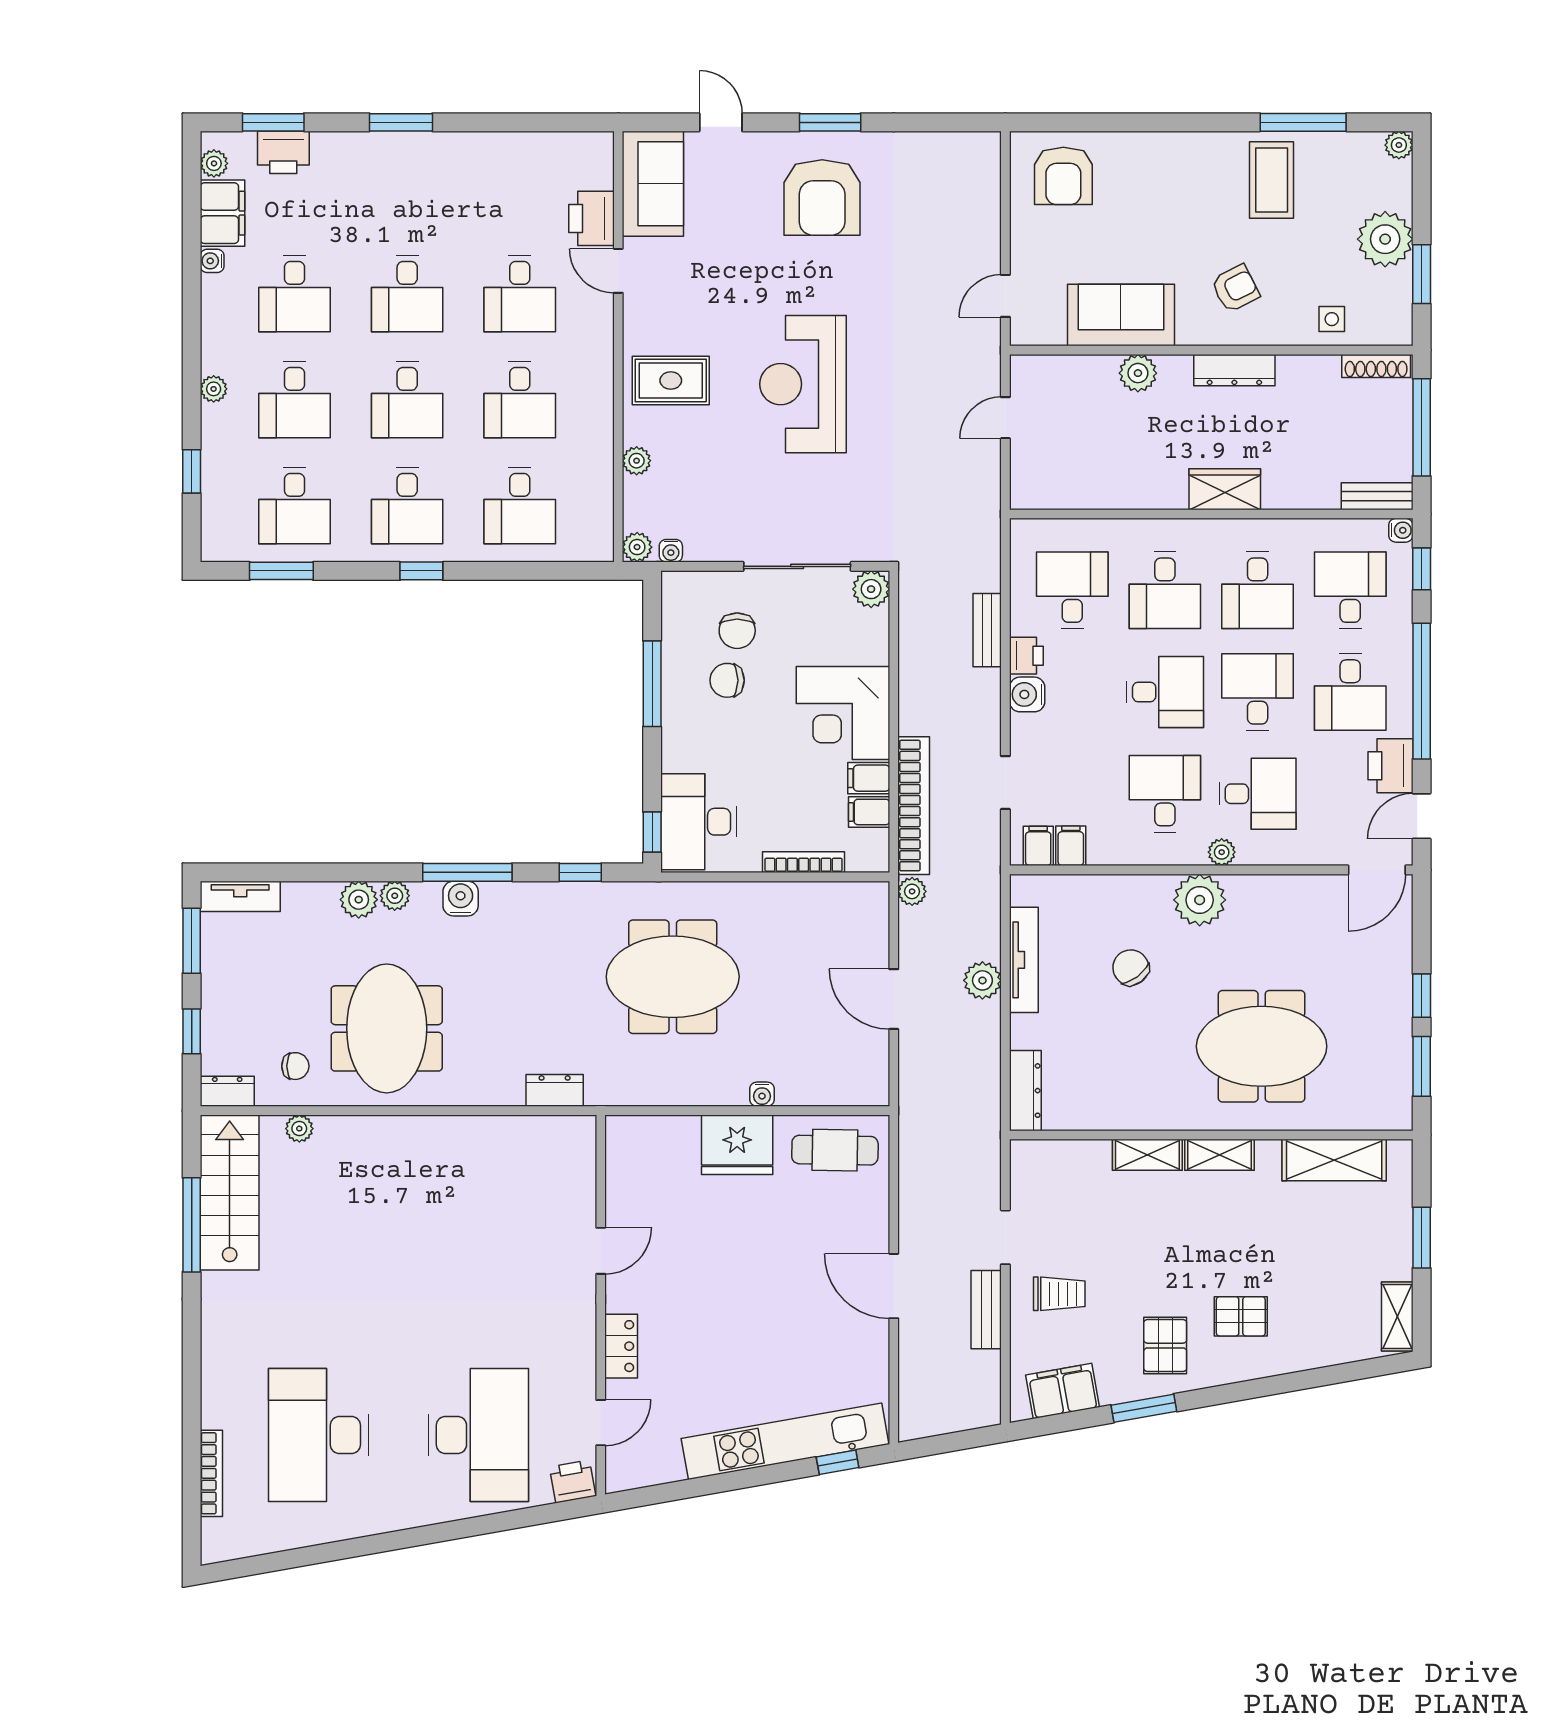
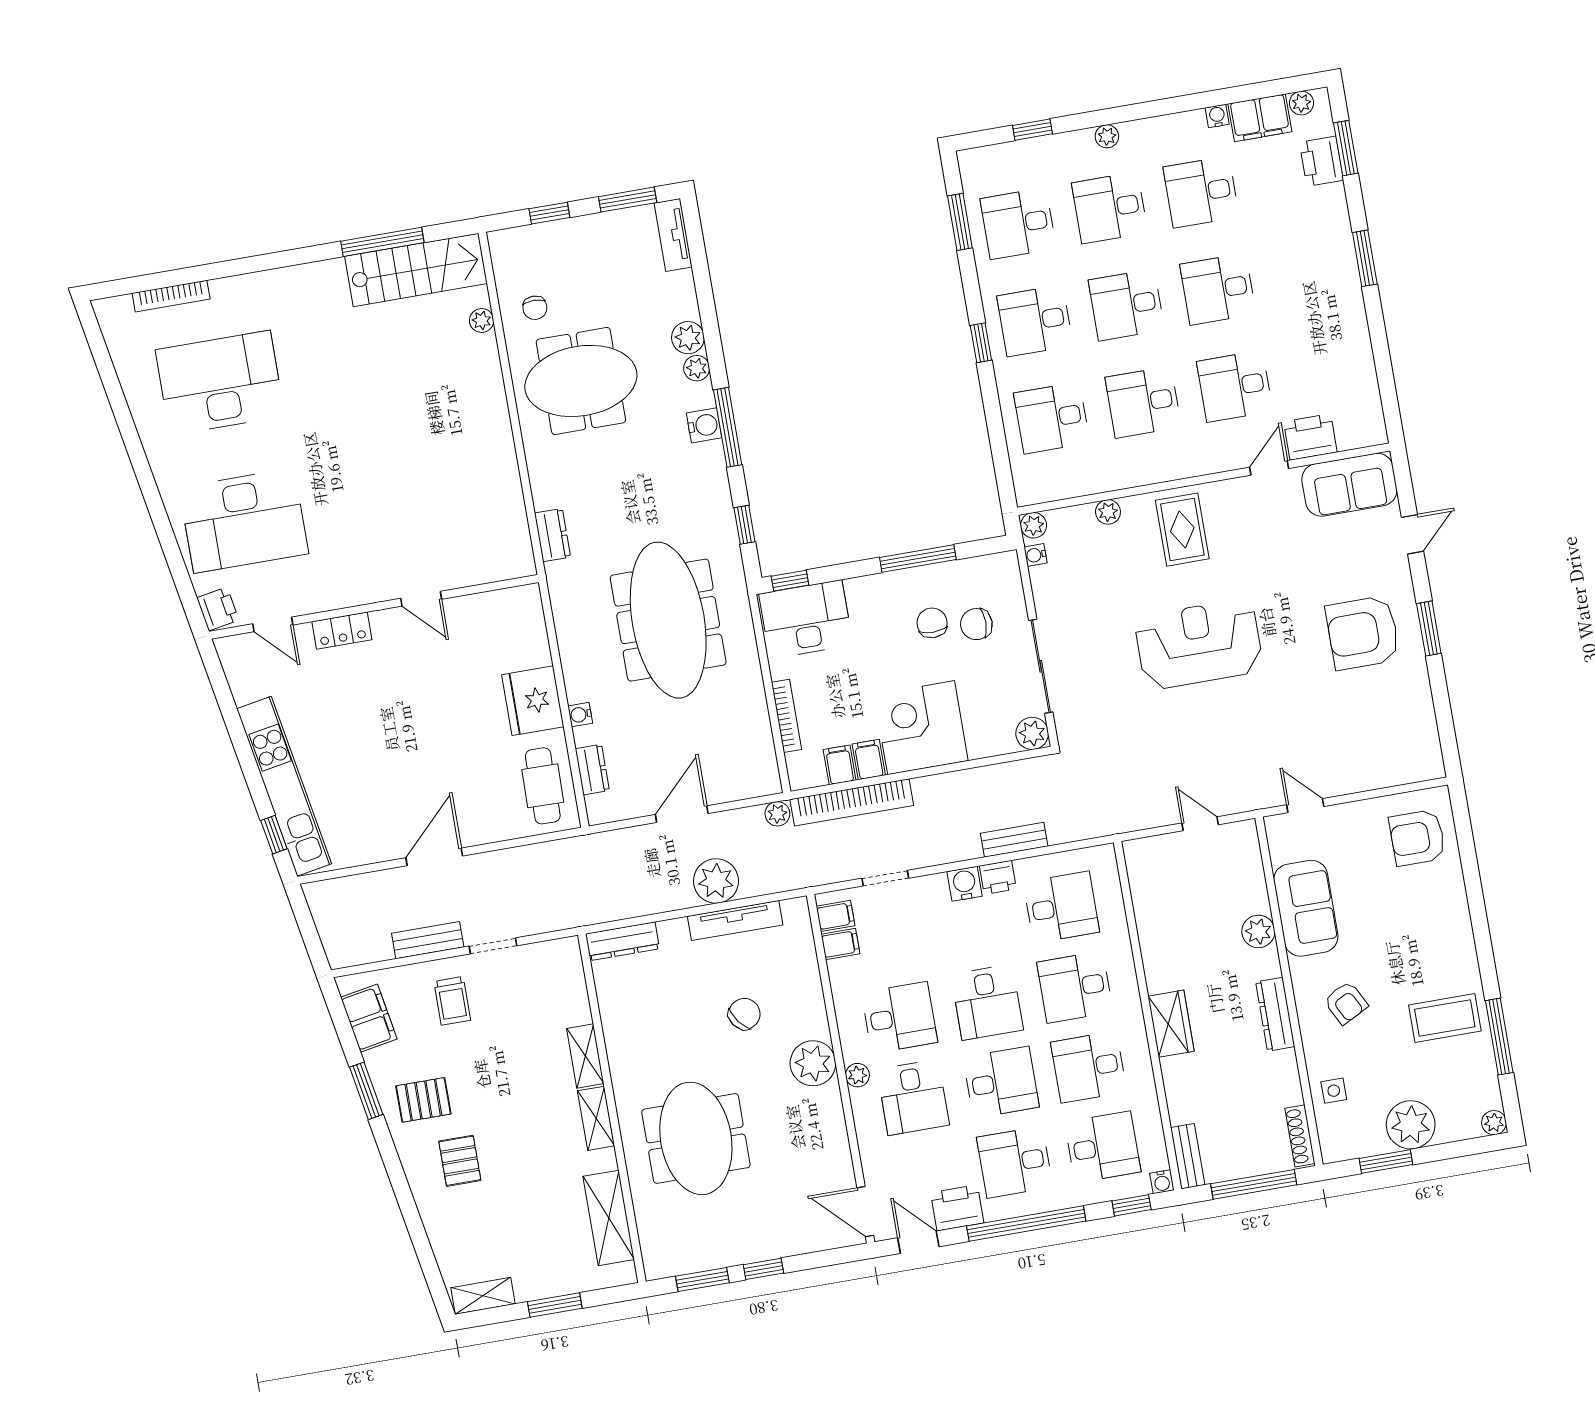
meeting table: (673, 977) -> (668, 620), width x1.36
plant: (982, 980) -> (716, 881), width x1.36, depth x1.36
dresser: (227, 1091) -> (592, 770), moved

